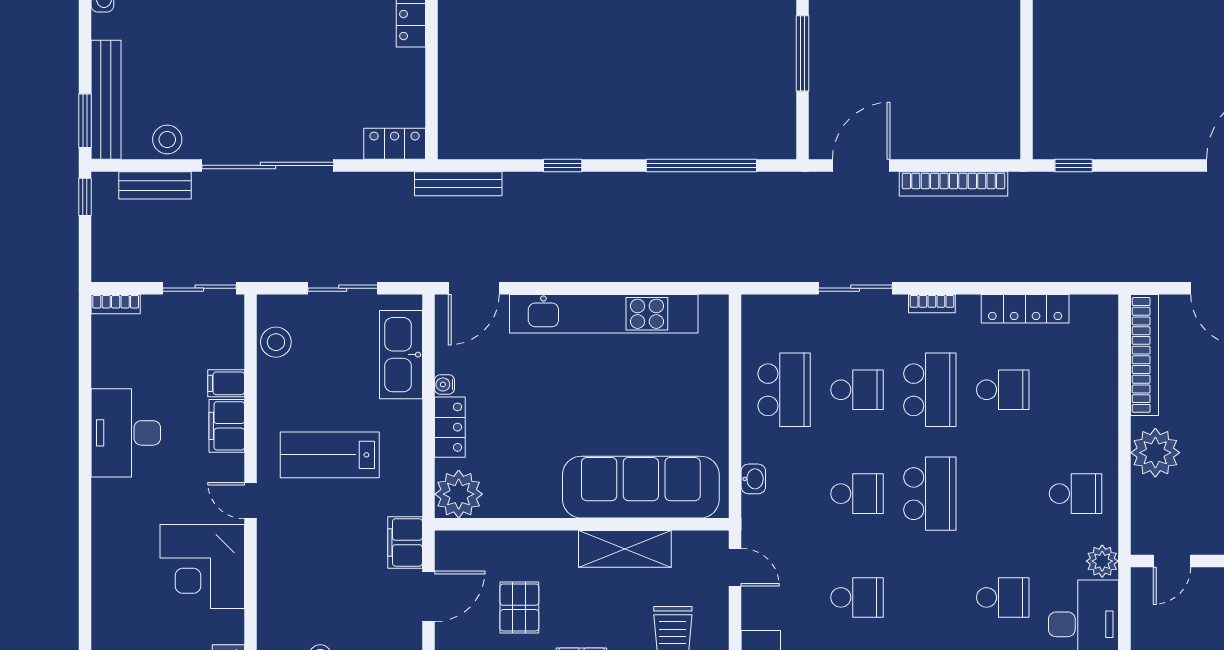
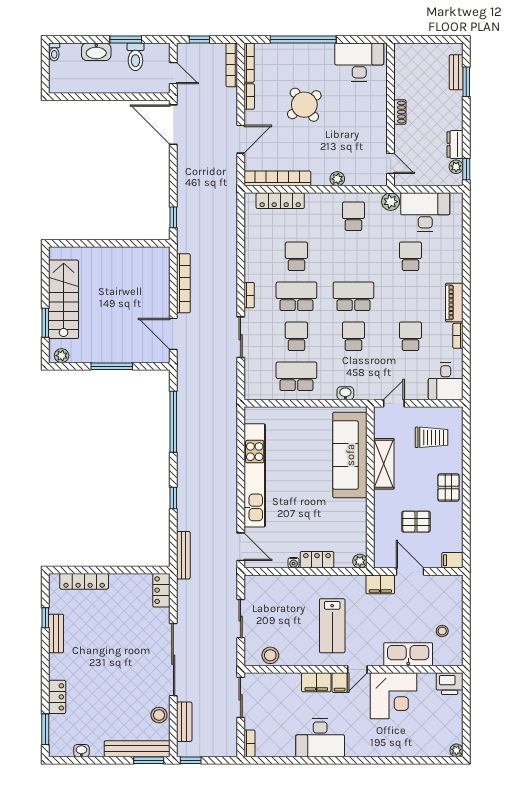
locker: (1025, 309) -> (280, 201), moved, turned 90
kitchen sink: (401, 355) -> (408, 654), moved, turned 180
filing cabinet: (226, 383) -> (340, 683), moved
plant: (1155, 453) -> (337, 179), width x0.53, depth x0.53
plant: (459, 494) -> (360, 561), width x0.53, depth x0.53

